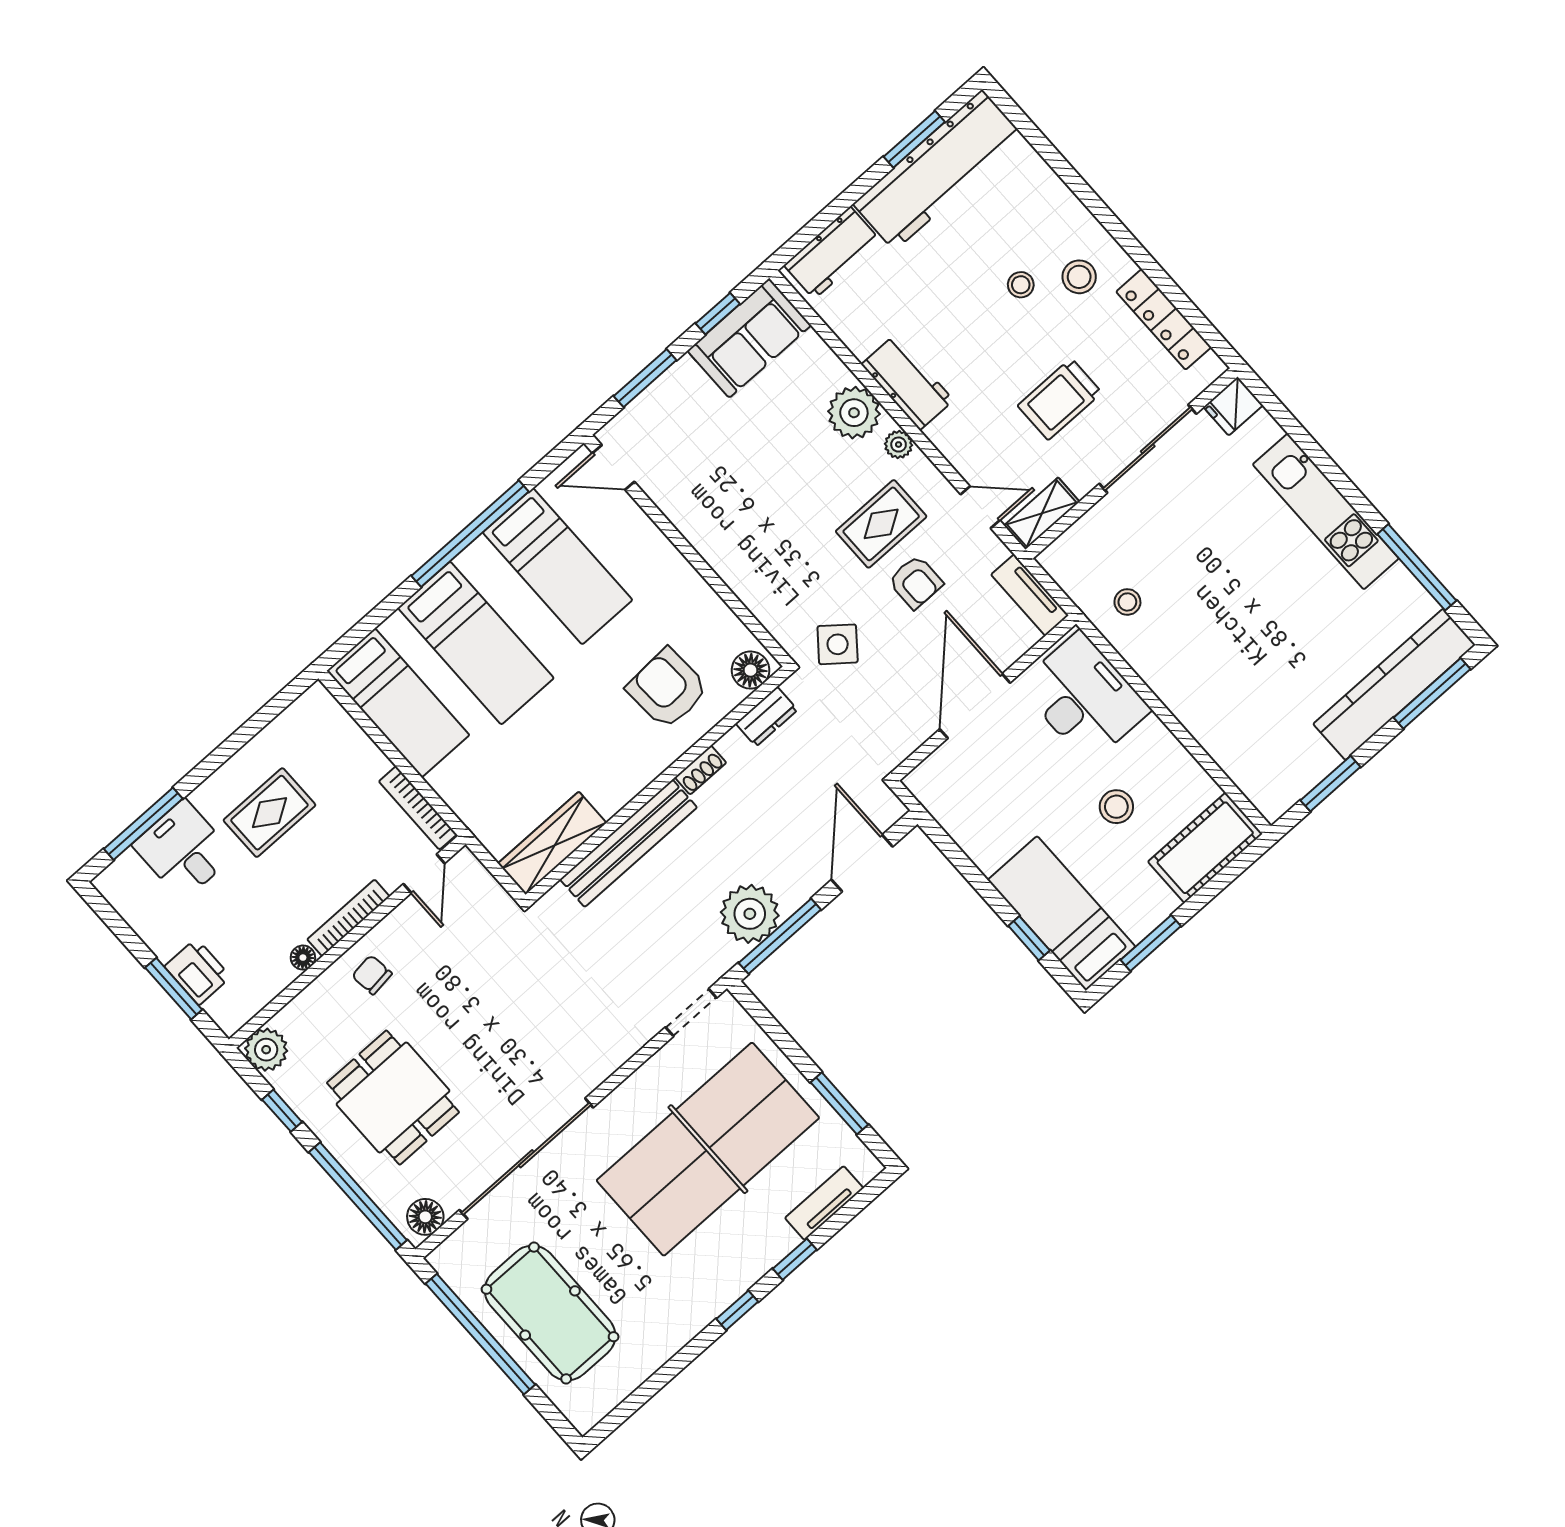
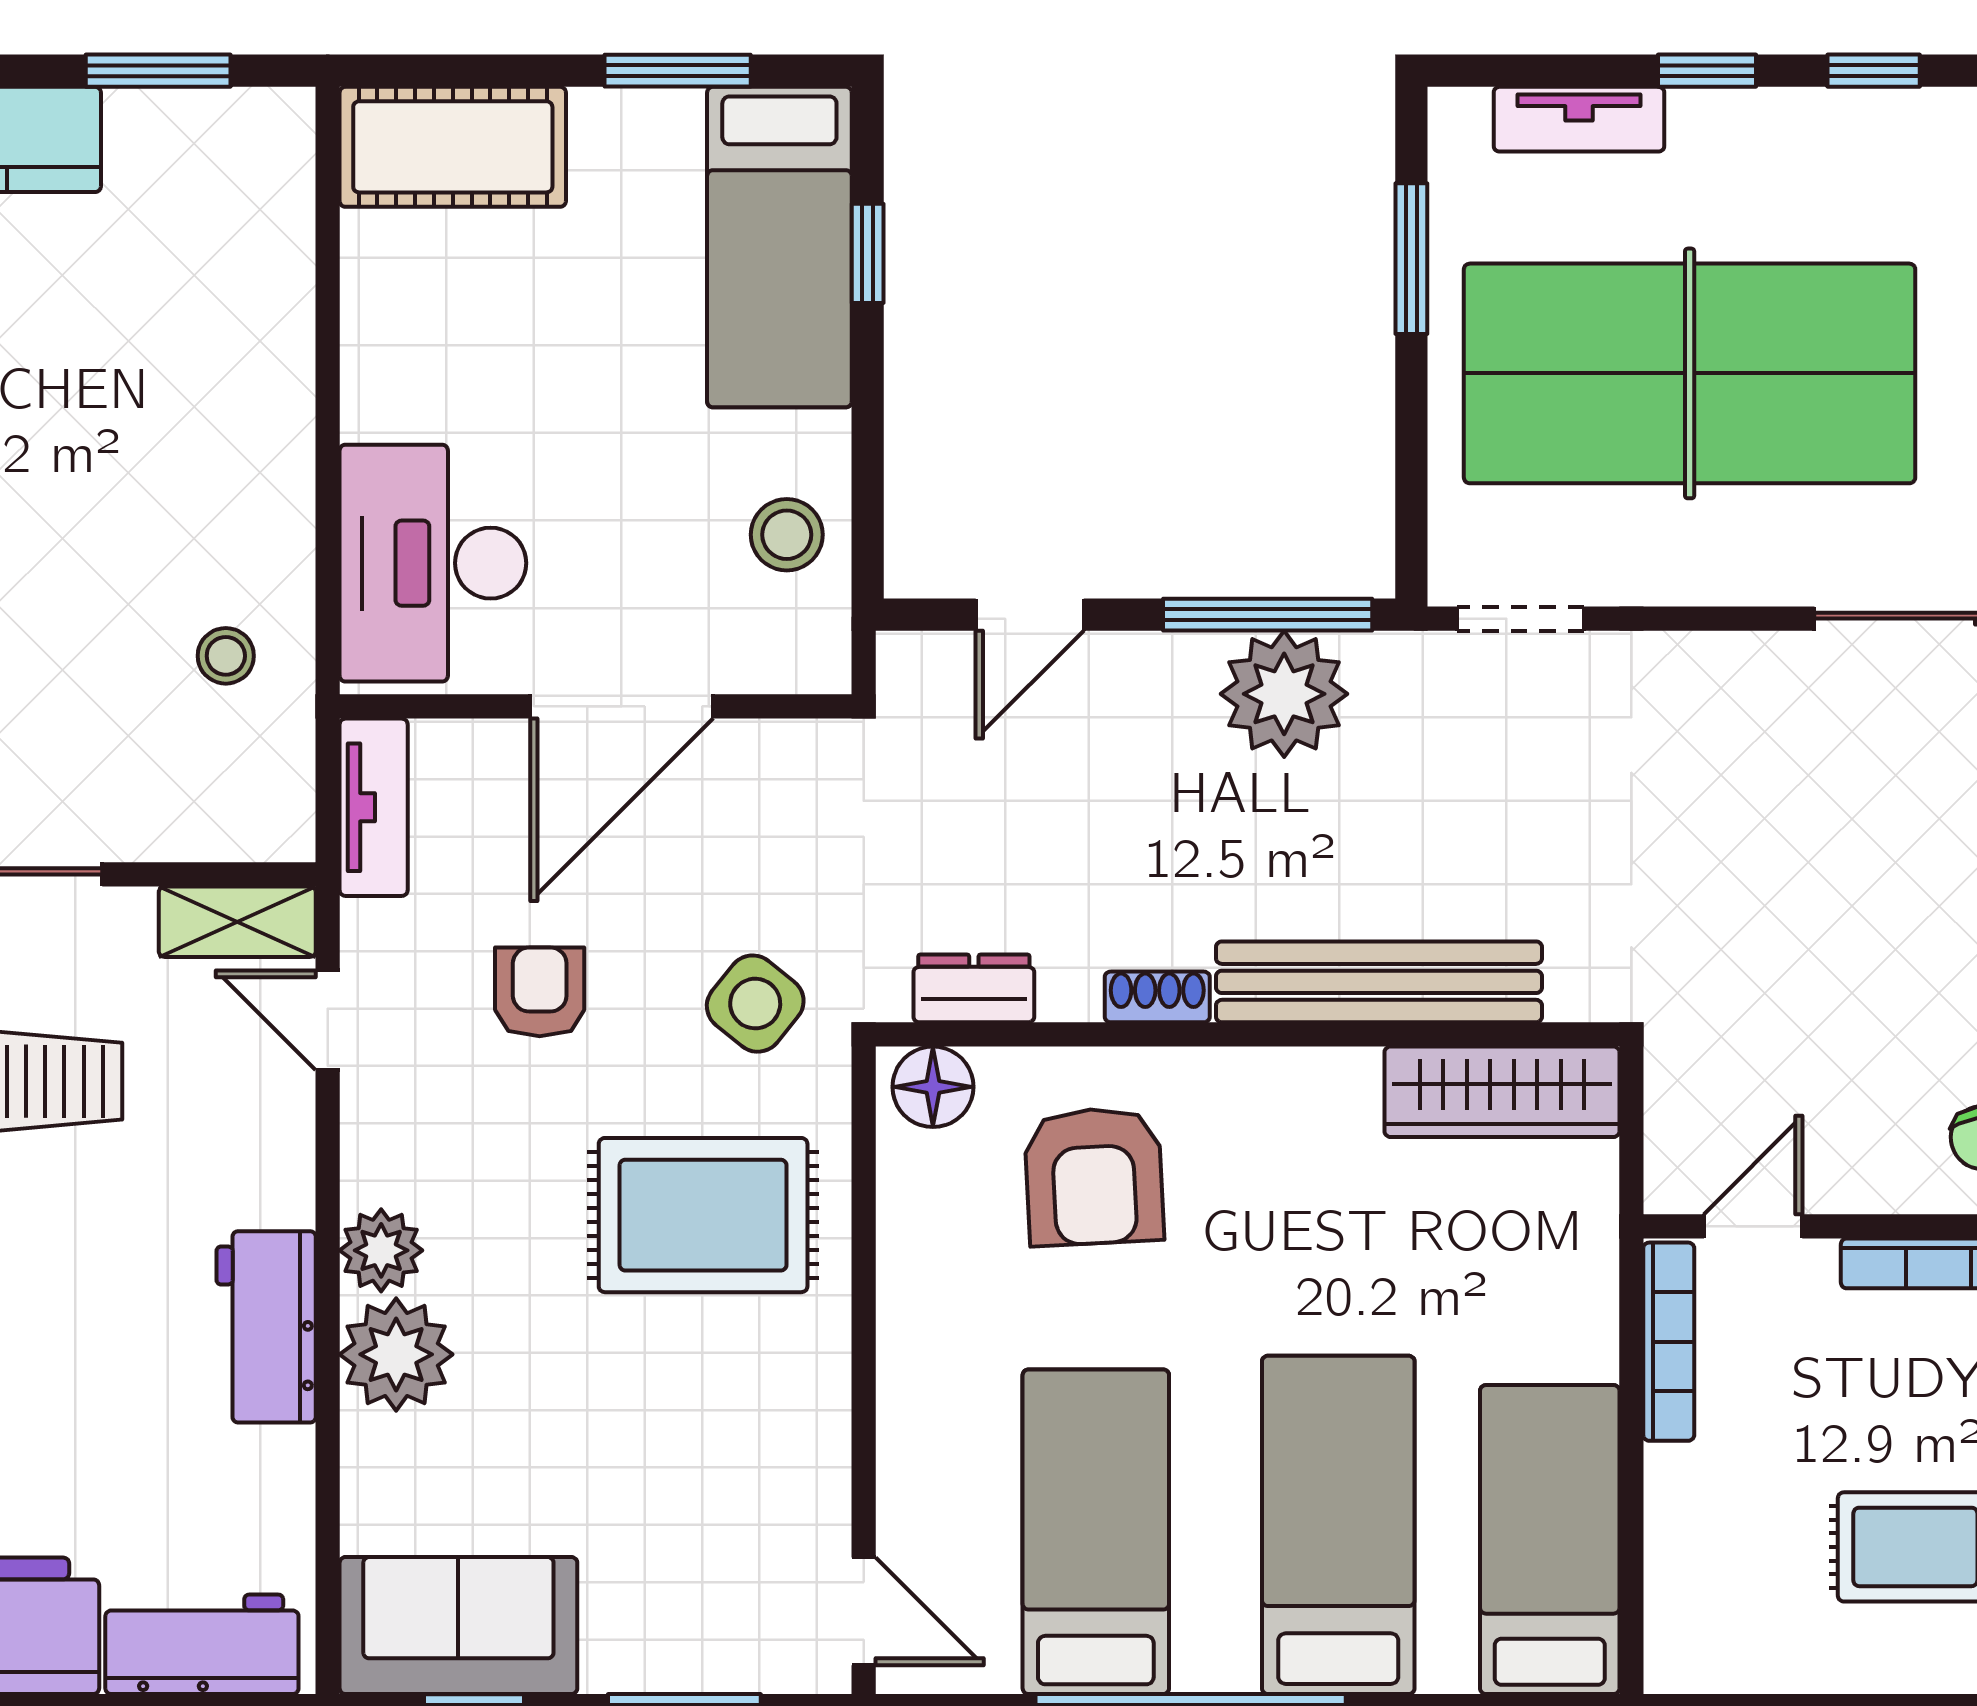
plant: (899, 445) -> (381, 1250), width x1.38, depth x1.38
rug: (881, 524) -> (703, 1215), moved, width x1.36, depth x1.43
stool: (1116, 807) -> (787, 535), moved
door: (862, 863) -> (1030, 615), width x0.73

